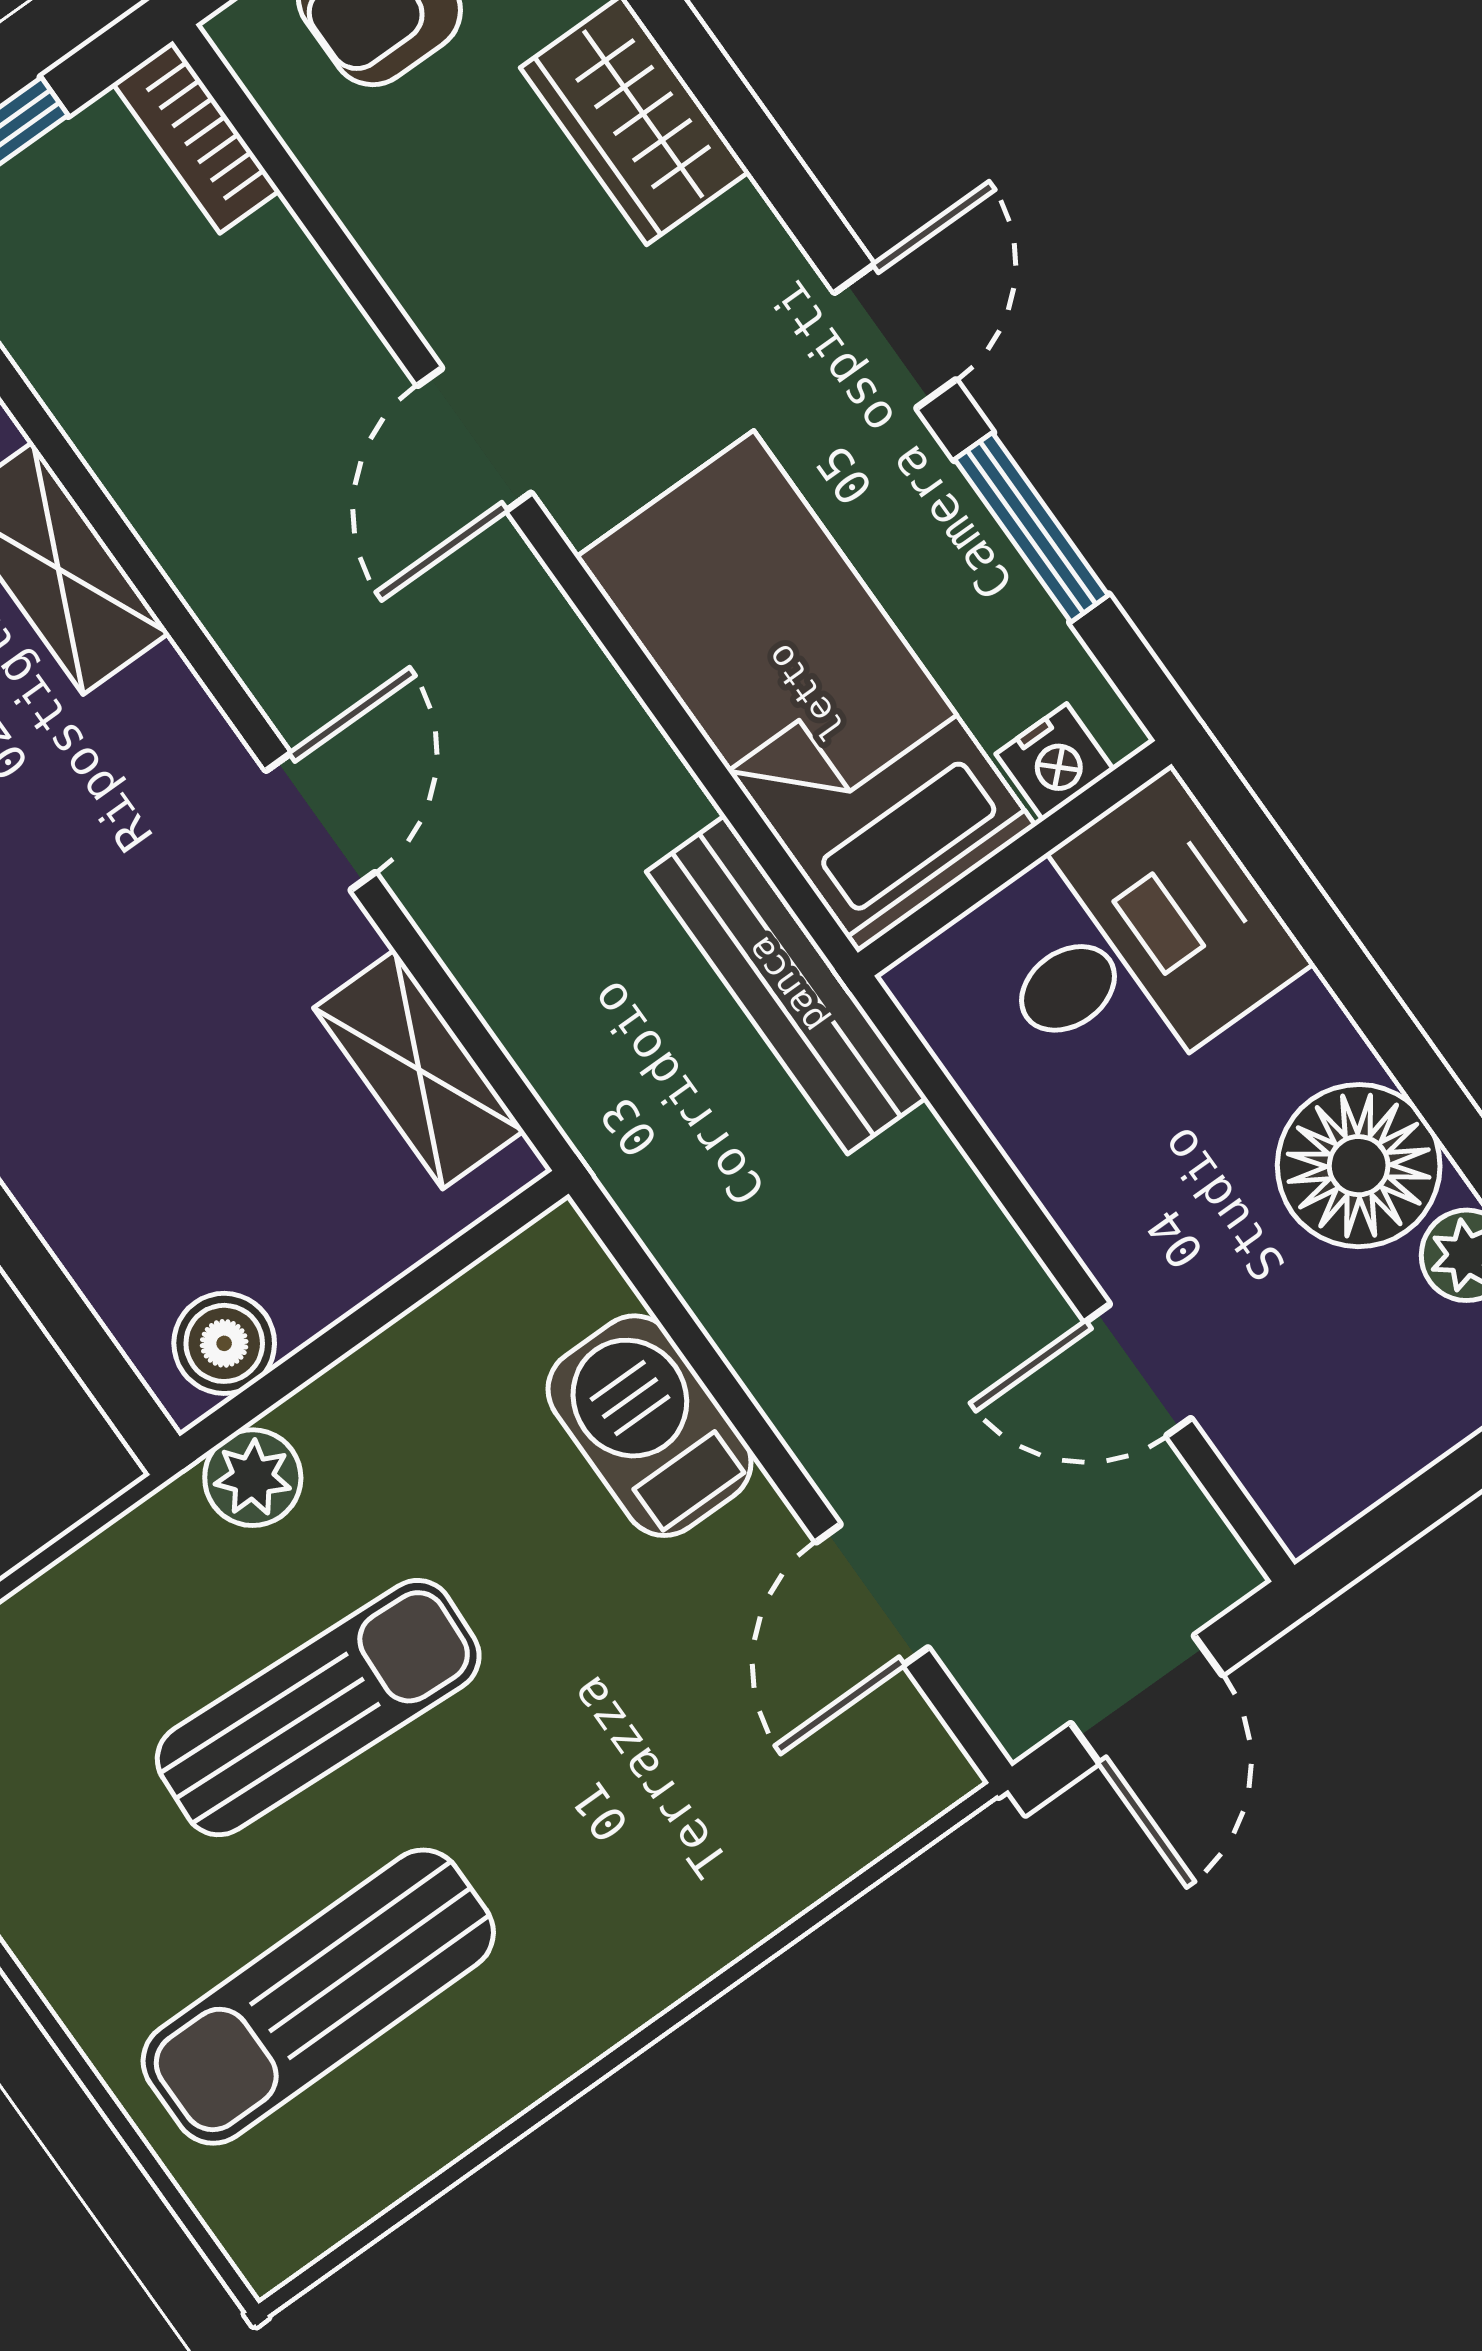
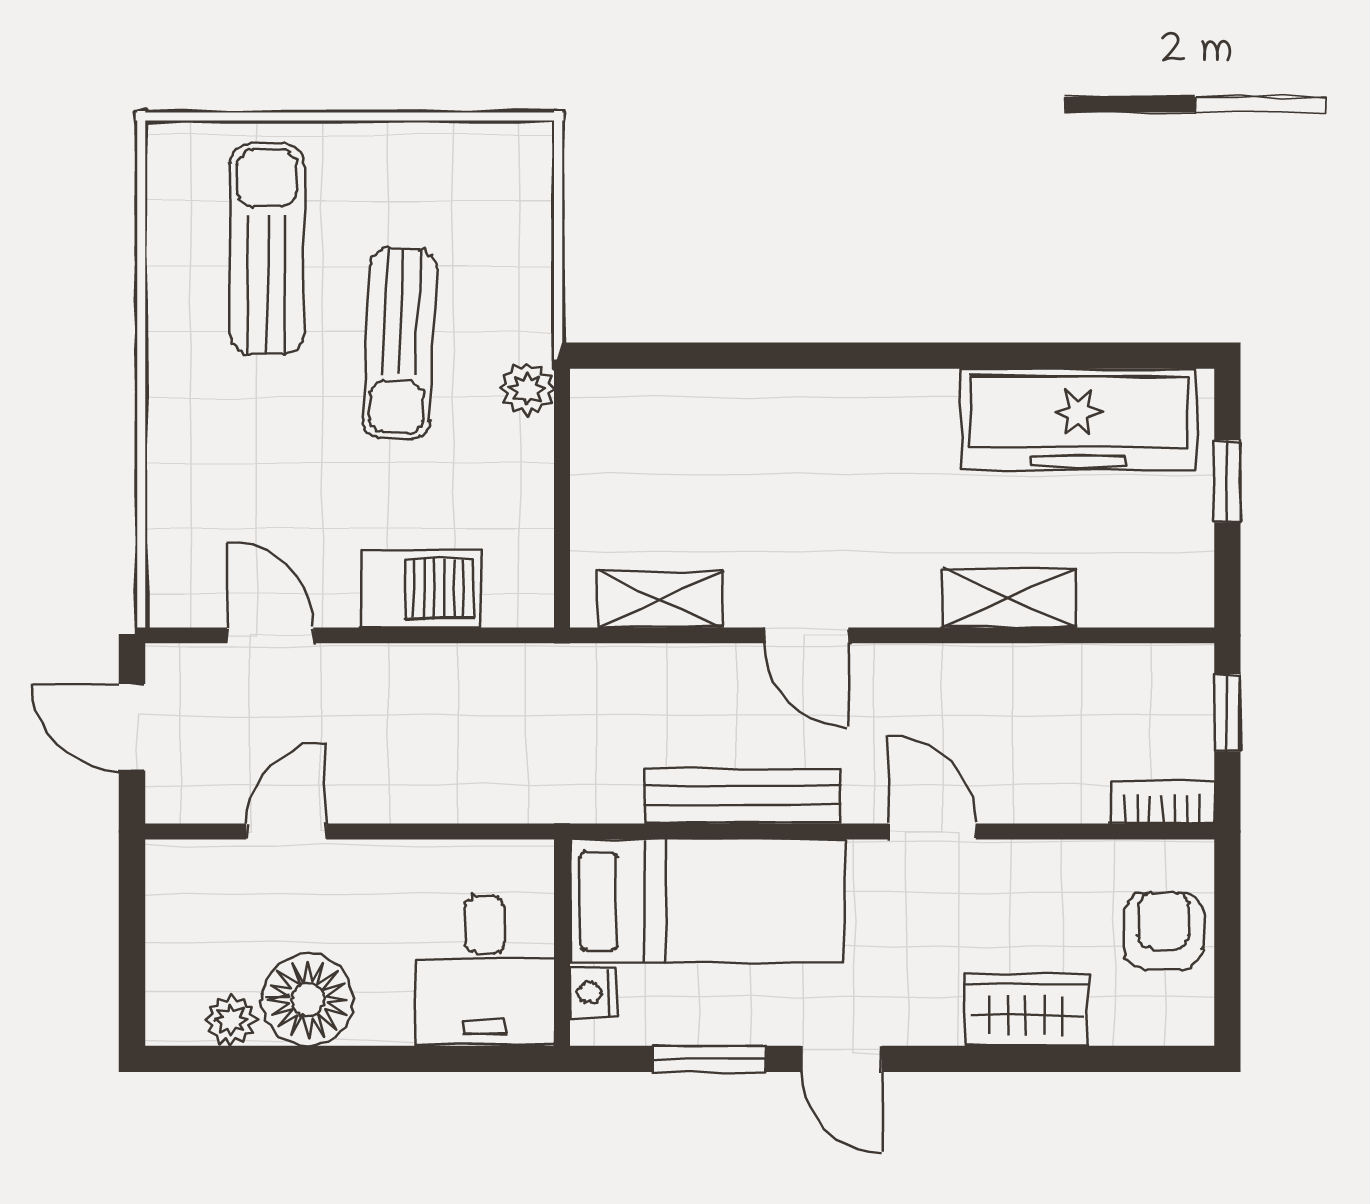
bench: (786, 985) -> (743, 796), moved
boiler: (224, 1343) -> (598, 420), removed

